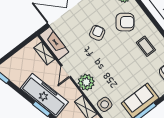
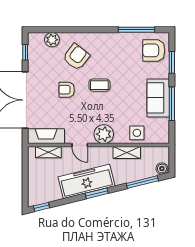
armchair: (97, 33) -> (67, 90), turned -62
coffee table: (146, 46) -> (99, 85), moved

